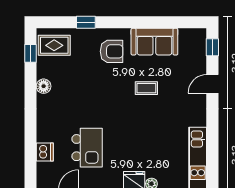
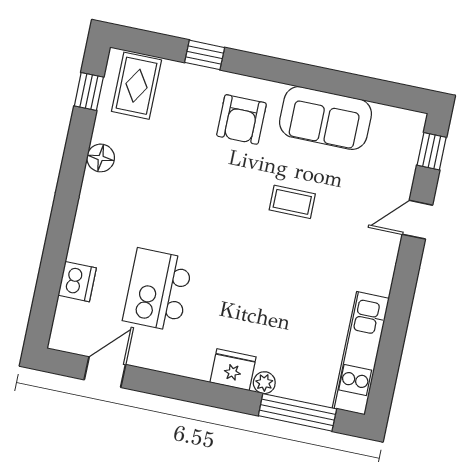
rug: (54, 45) -> (137, 86), turned 90
armchair: (112, 51) -> (241, 119), turned 90
kitchen island: (87, 148) -> (158, 290), turned 180

